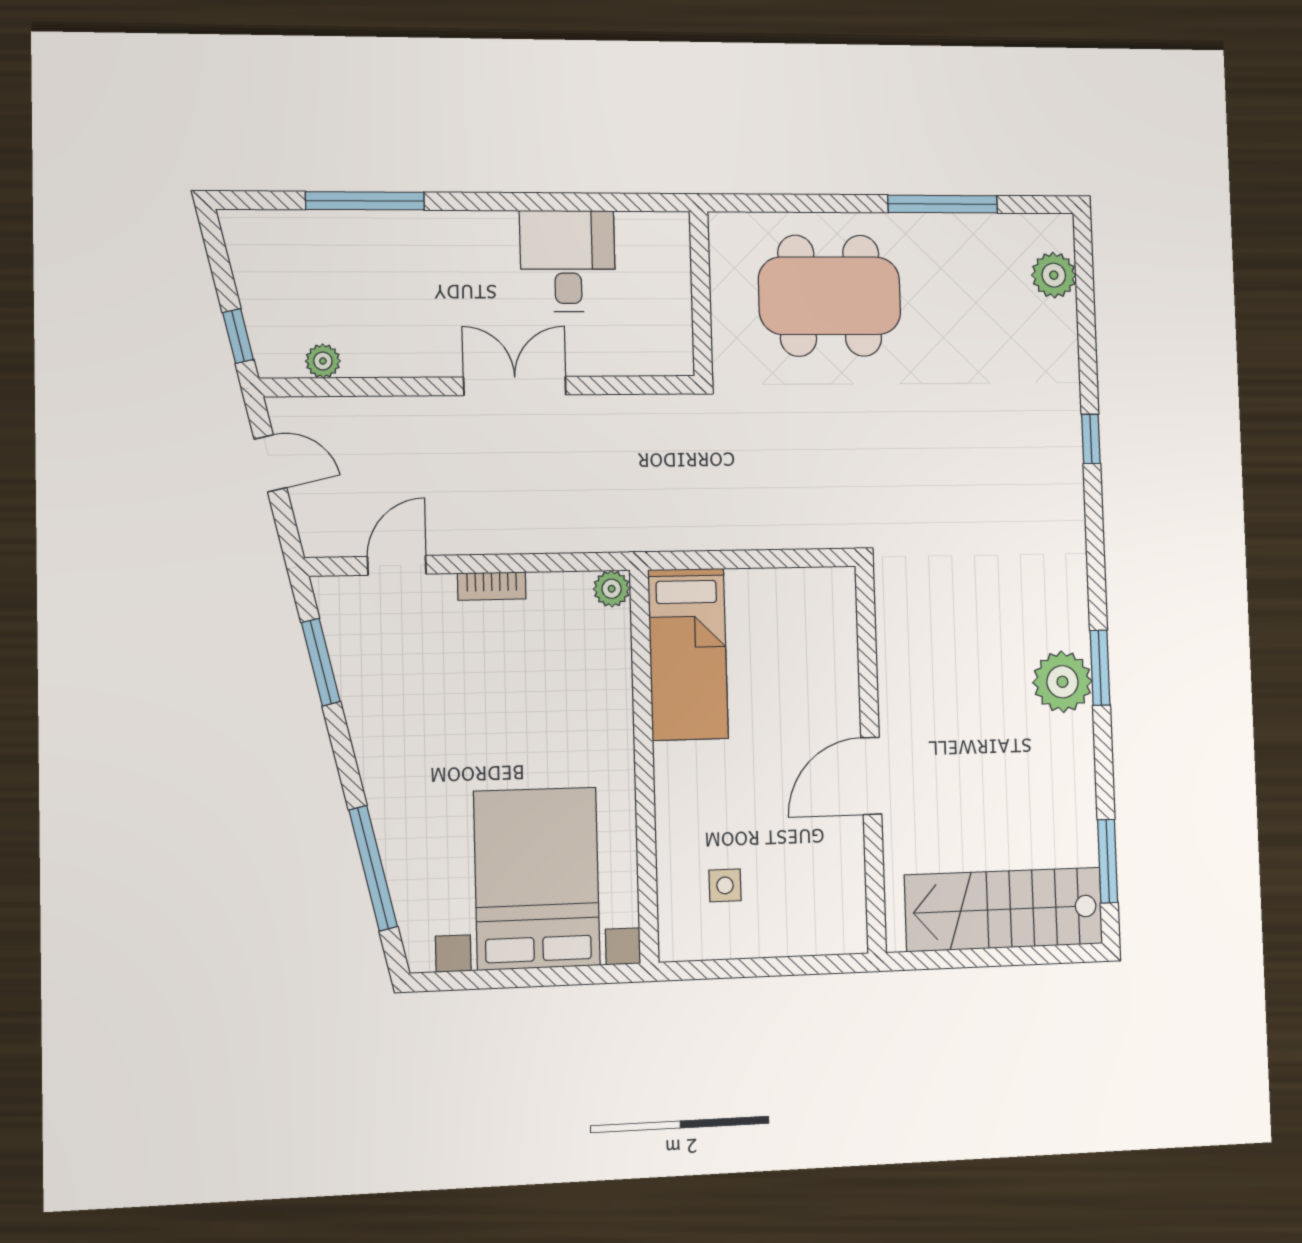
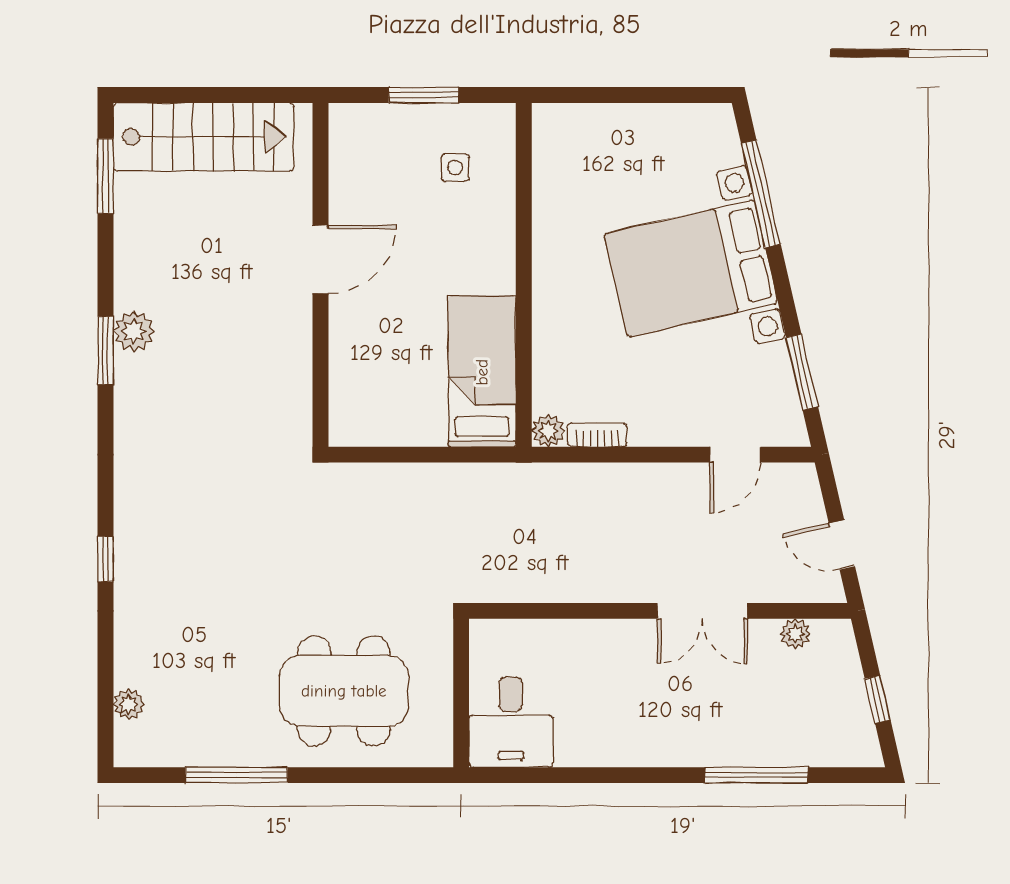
desk: (568, 261) -> (511, 722), moved
plant: (1054, 275) -> (129, 704), width x0.73, depth x0.73
window: (238, 336) -> (878, 699), moved
double door: (515, 386) -> (702, 611), moved
bookcase: (492, 586) -> (597, 435), moved
plant: (1062, 682) -> (134, 331), width x0.73, depth x0.73
bed with nightstands: (537, 878) -> (691, 268), moved, turned 77
window: (763, 967) -> (424, 95), added

